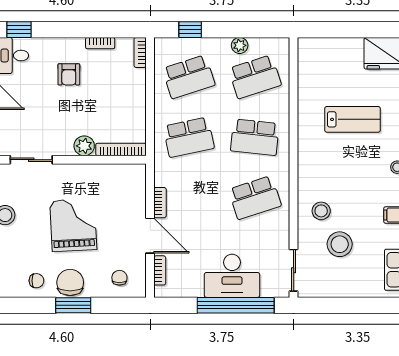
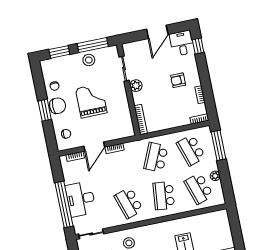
window: (190, 30) -> (218, 145), width x2.17
school desk: (189, 137) -> (156, 157), turned 36
plant: (84, 146) -> (136, 86), moved
grand piano: (73, 225) -> (91, 101), turned -87

